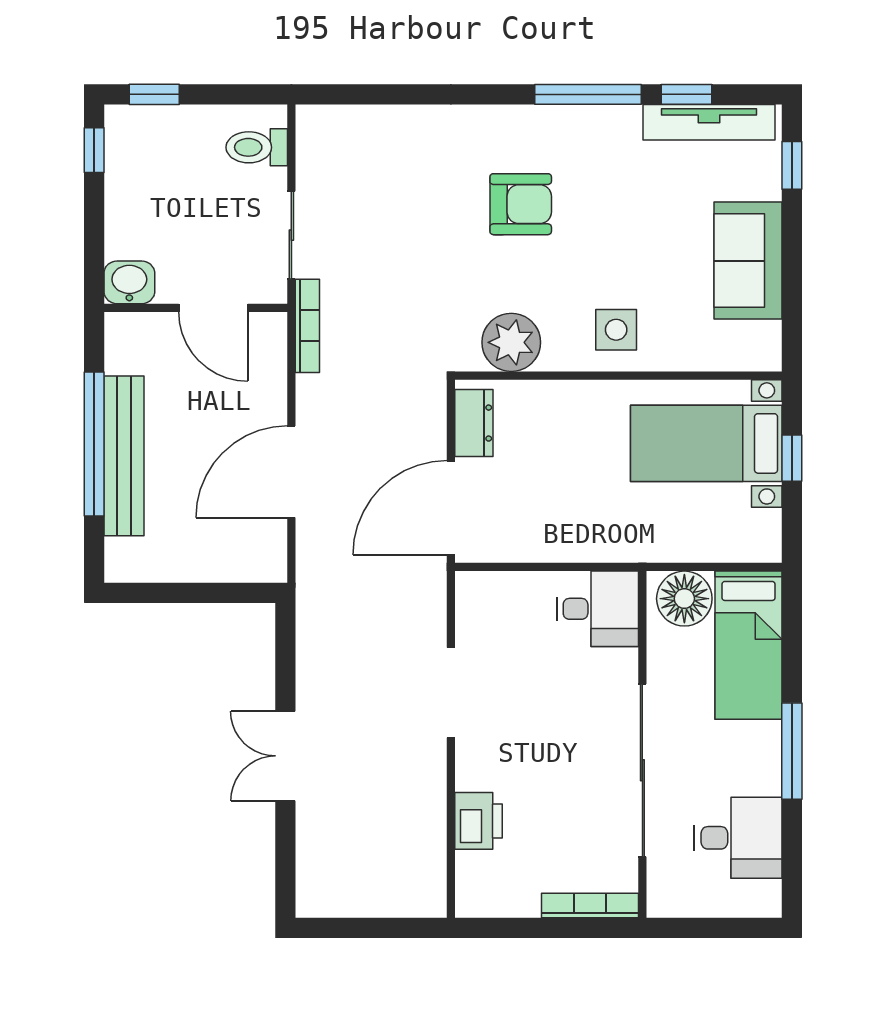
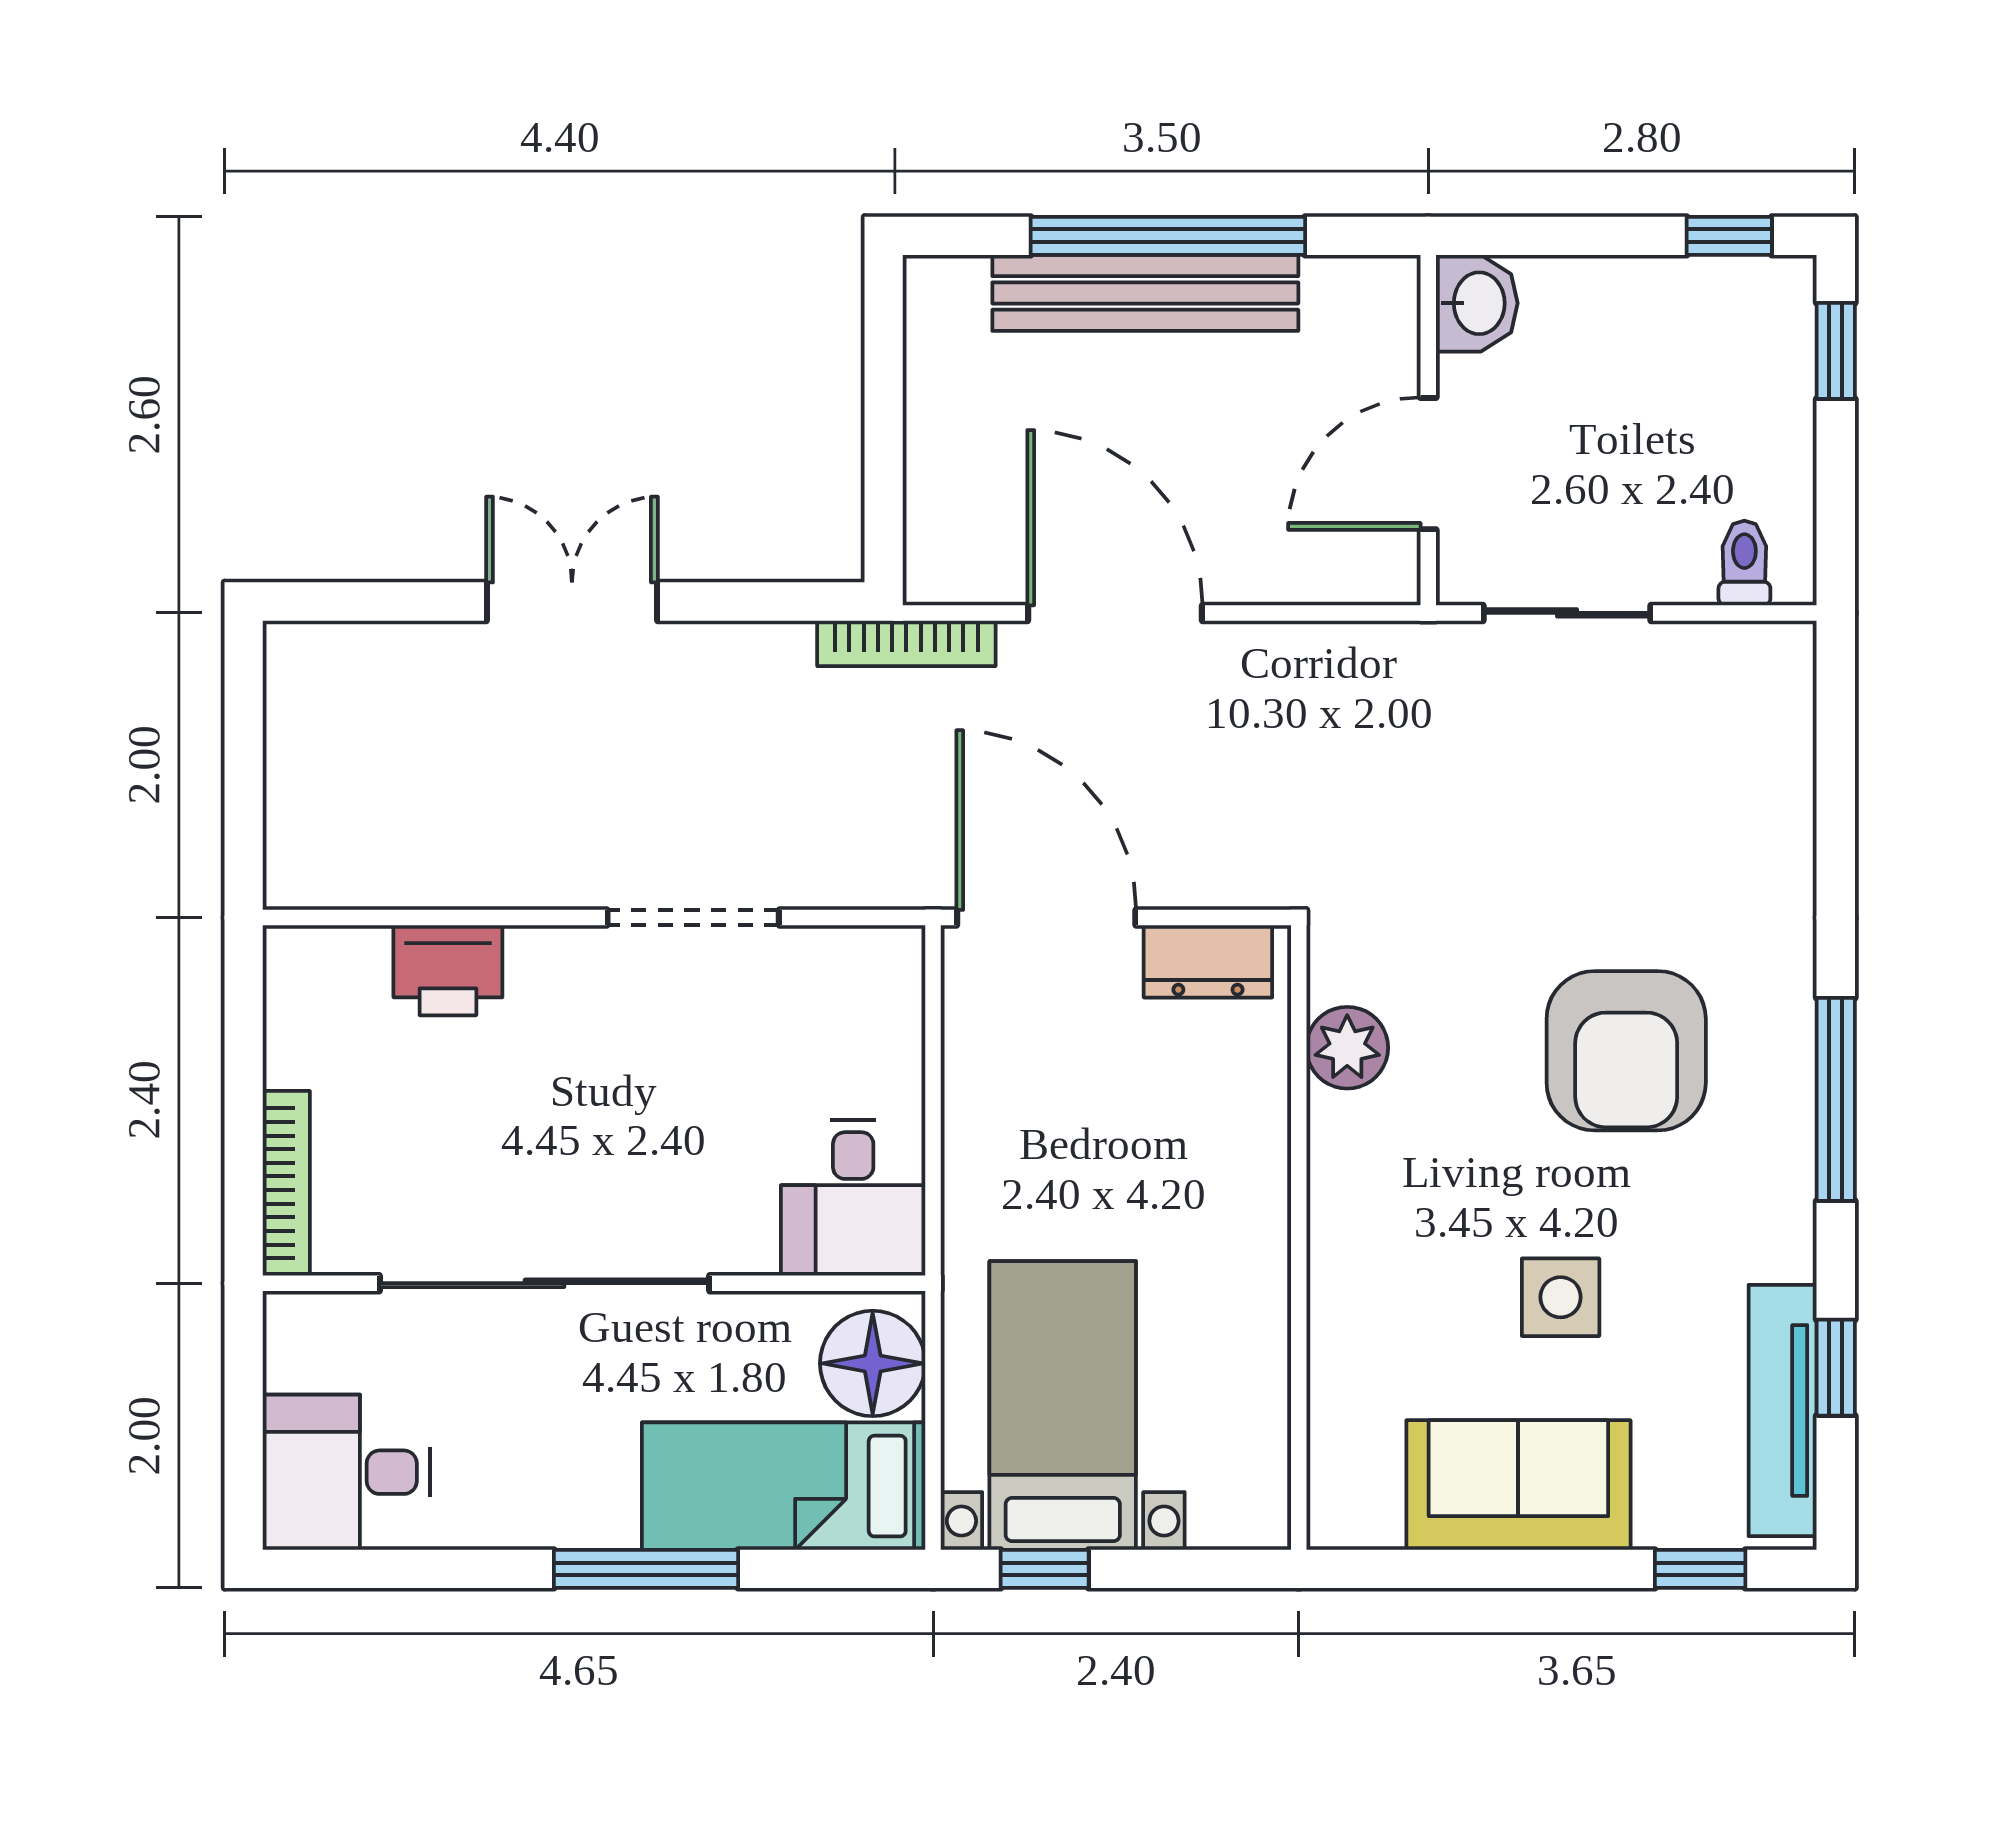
window: (588, 94) -> (1836, 1099), moved
toilet: (257, 147) -> (1744, 563), width x0.73, depth x0.72
armchair: (521, 204) -> (1626, 1051), width x1.36, depth x1.36
bookcase: (307, 326) -> (906, 643), moved
side table: (616, 330) -> (1561, 1297), moved
plant: (511, 342) -> (1347, 1048), width x0.73, depth x0.73
bed with nightstands: (706, 443) -> (1063, 1405), moved
window: (792, 458) -> (1045, 1569), moved
window: (792, 751) -> (646, 1569), moved
desk: (738, 838) -> (346, 1472), moved, turned 90

